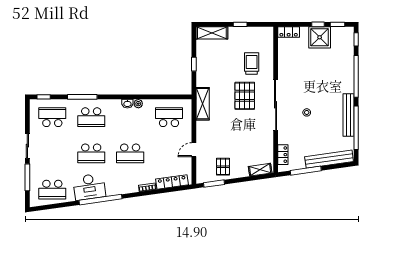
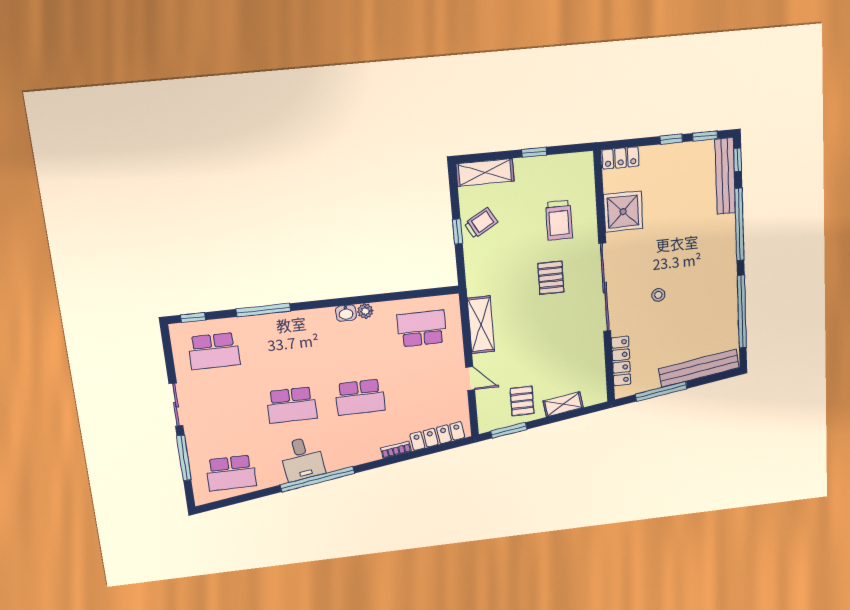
shower: (320, 37) -> (623, 212), moved
trolley: (207, 61) -> (481, 223), added
trolley: (252, 63) -> (559, 220), turned 180
pallet: (245, 96) -> (551, 278), width x0.67, depth x0.71
shelving: (203, 104) -> (481, 325), moved
bench: (348, 115) -> (725, 176), moved
school desk: (52, 117) -> (214, 351), turned 180
school desk: (91, 117) -> (284, 343), removed
door: (194, 150) -> (470, 379), swing flipped
locker: (283, 155) -> (621, 361), width x1.53
shelving: (260, 170) -> (563, 404), moved
desk: (89, 187) -> (302, 459), width x0.73

